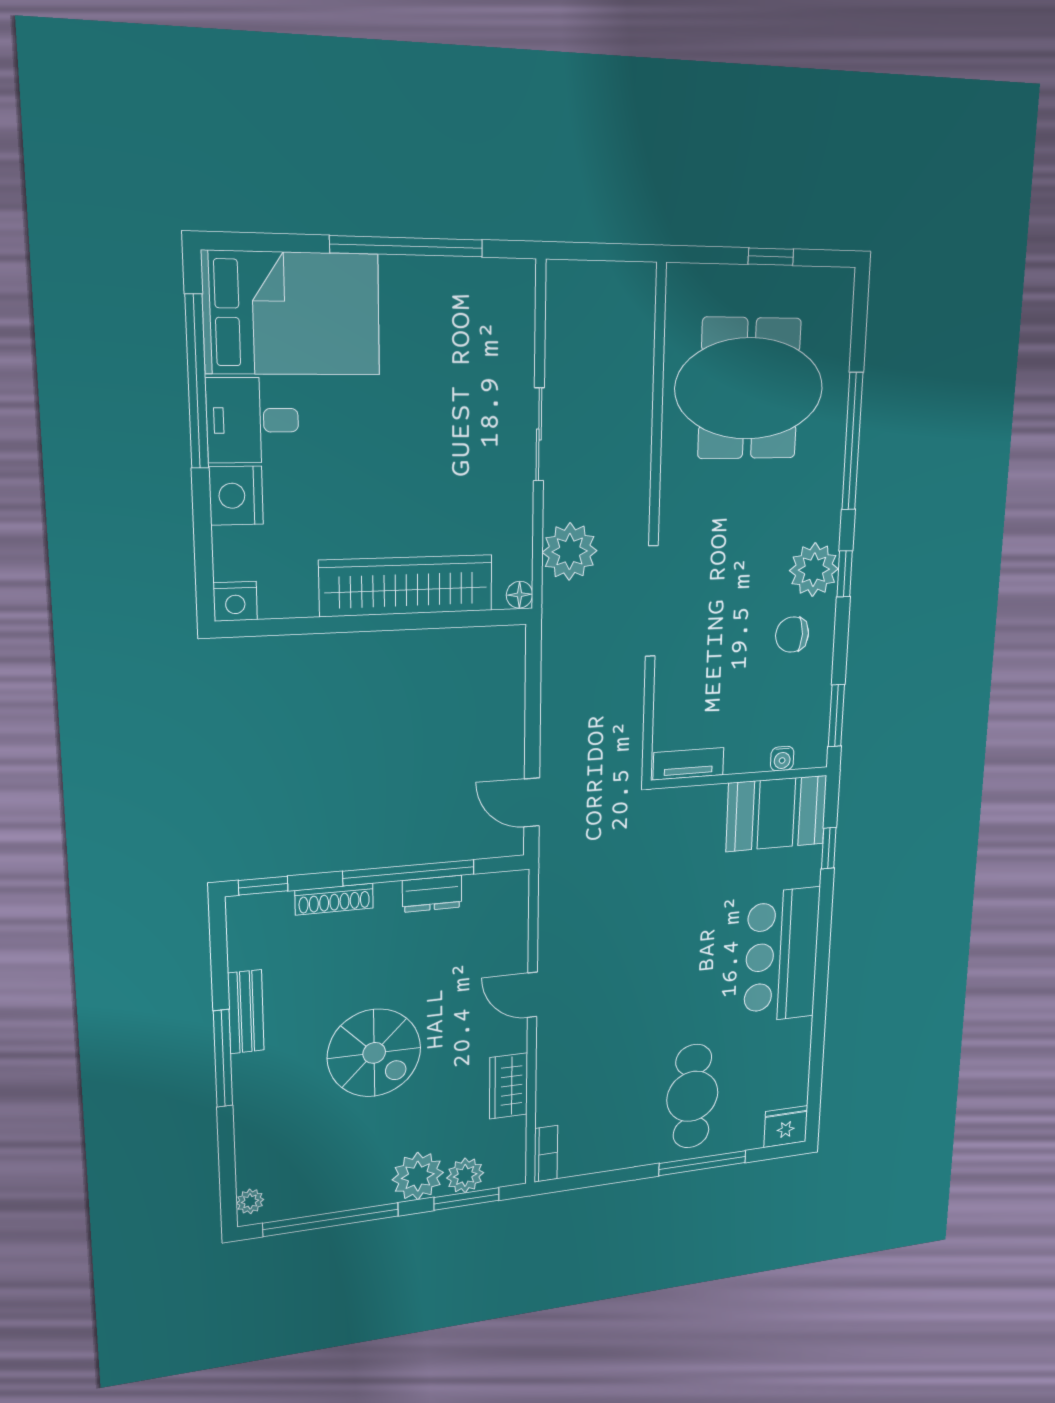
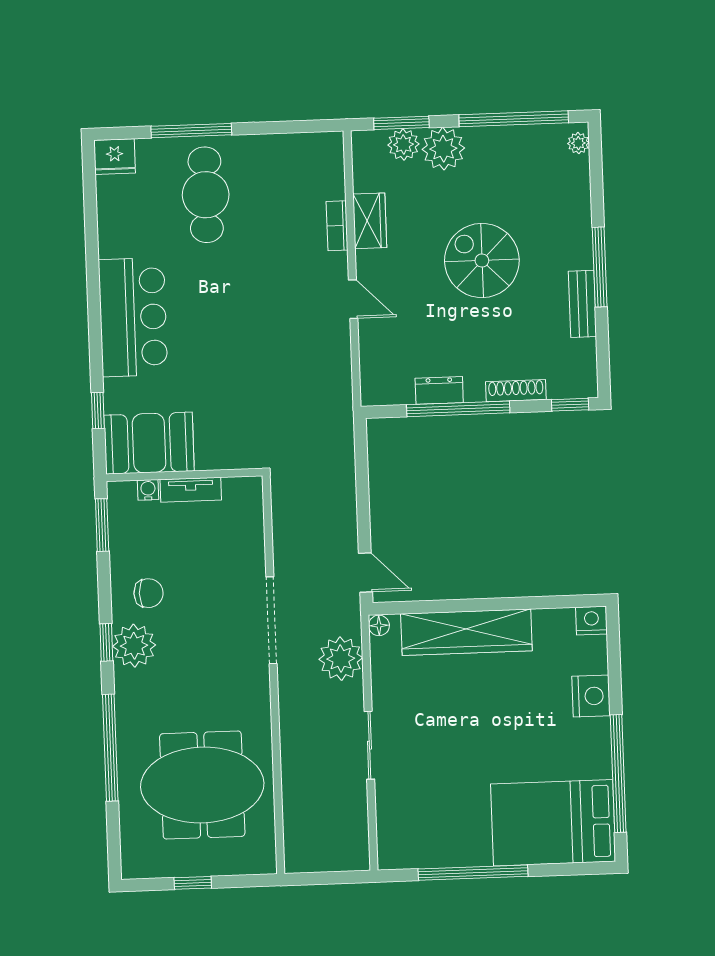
desk: (253, 420) -> (580, 749), removed
tv unit: (689, 764) -> (191, 490), moved
door: (532, 802) -> (365, 572), moved
bookcase: (546, 1154) -> (337, 226), moved

